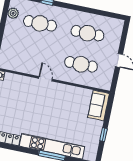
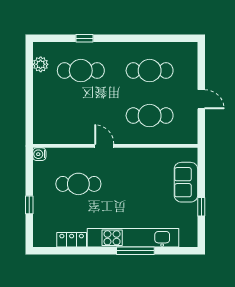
cafe table: (22, 101) -> (78, 184), added
sofa: (99, 105) -> (186, 182), moved

